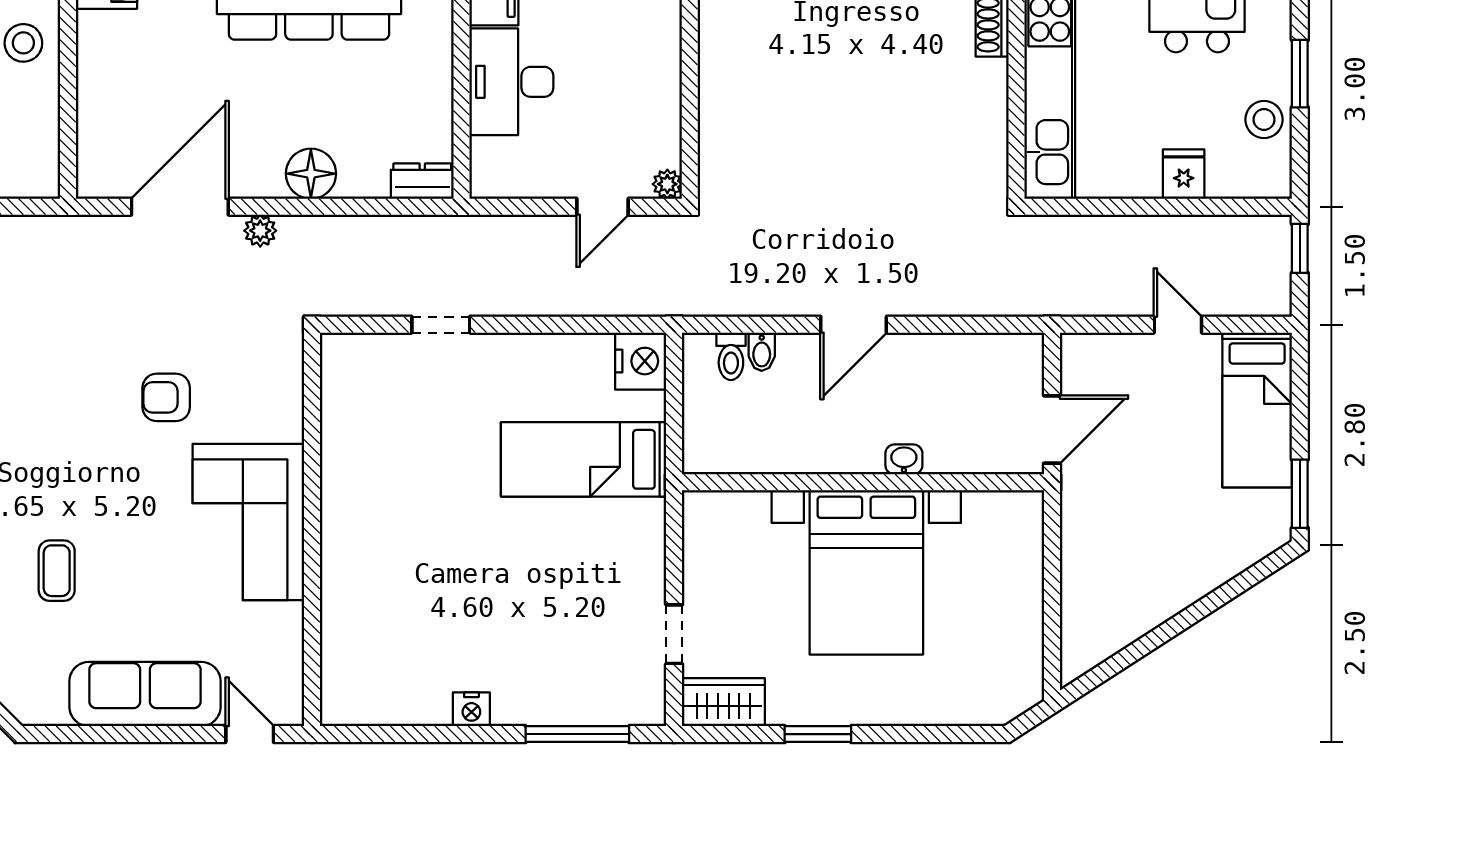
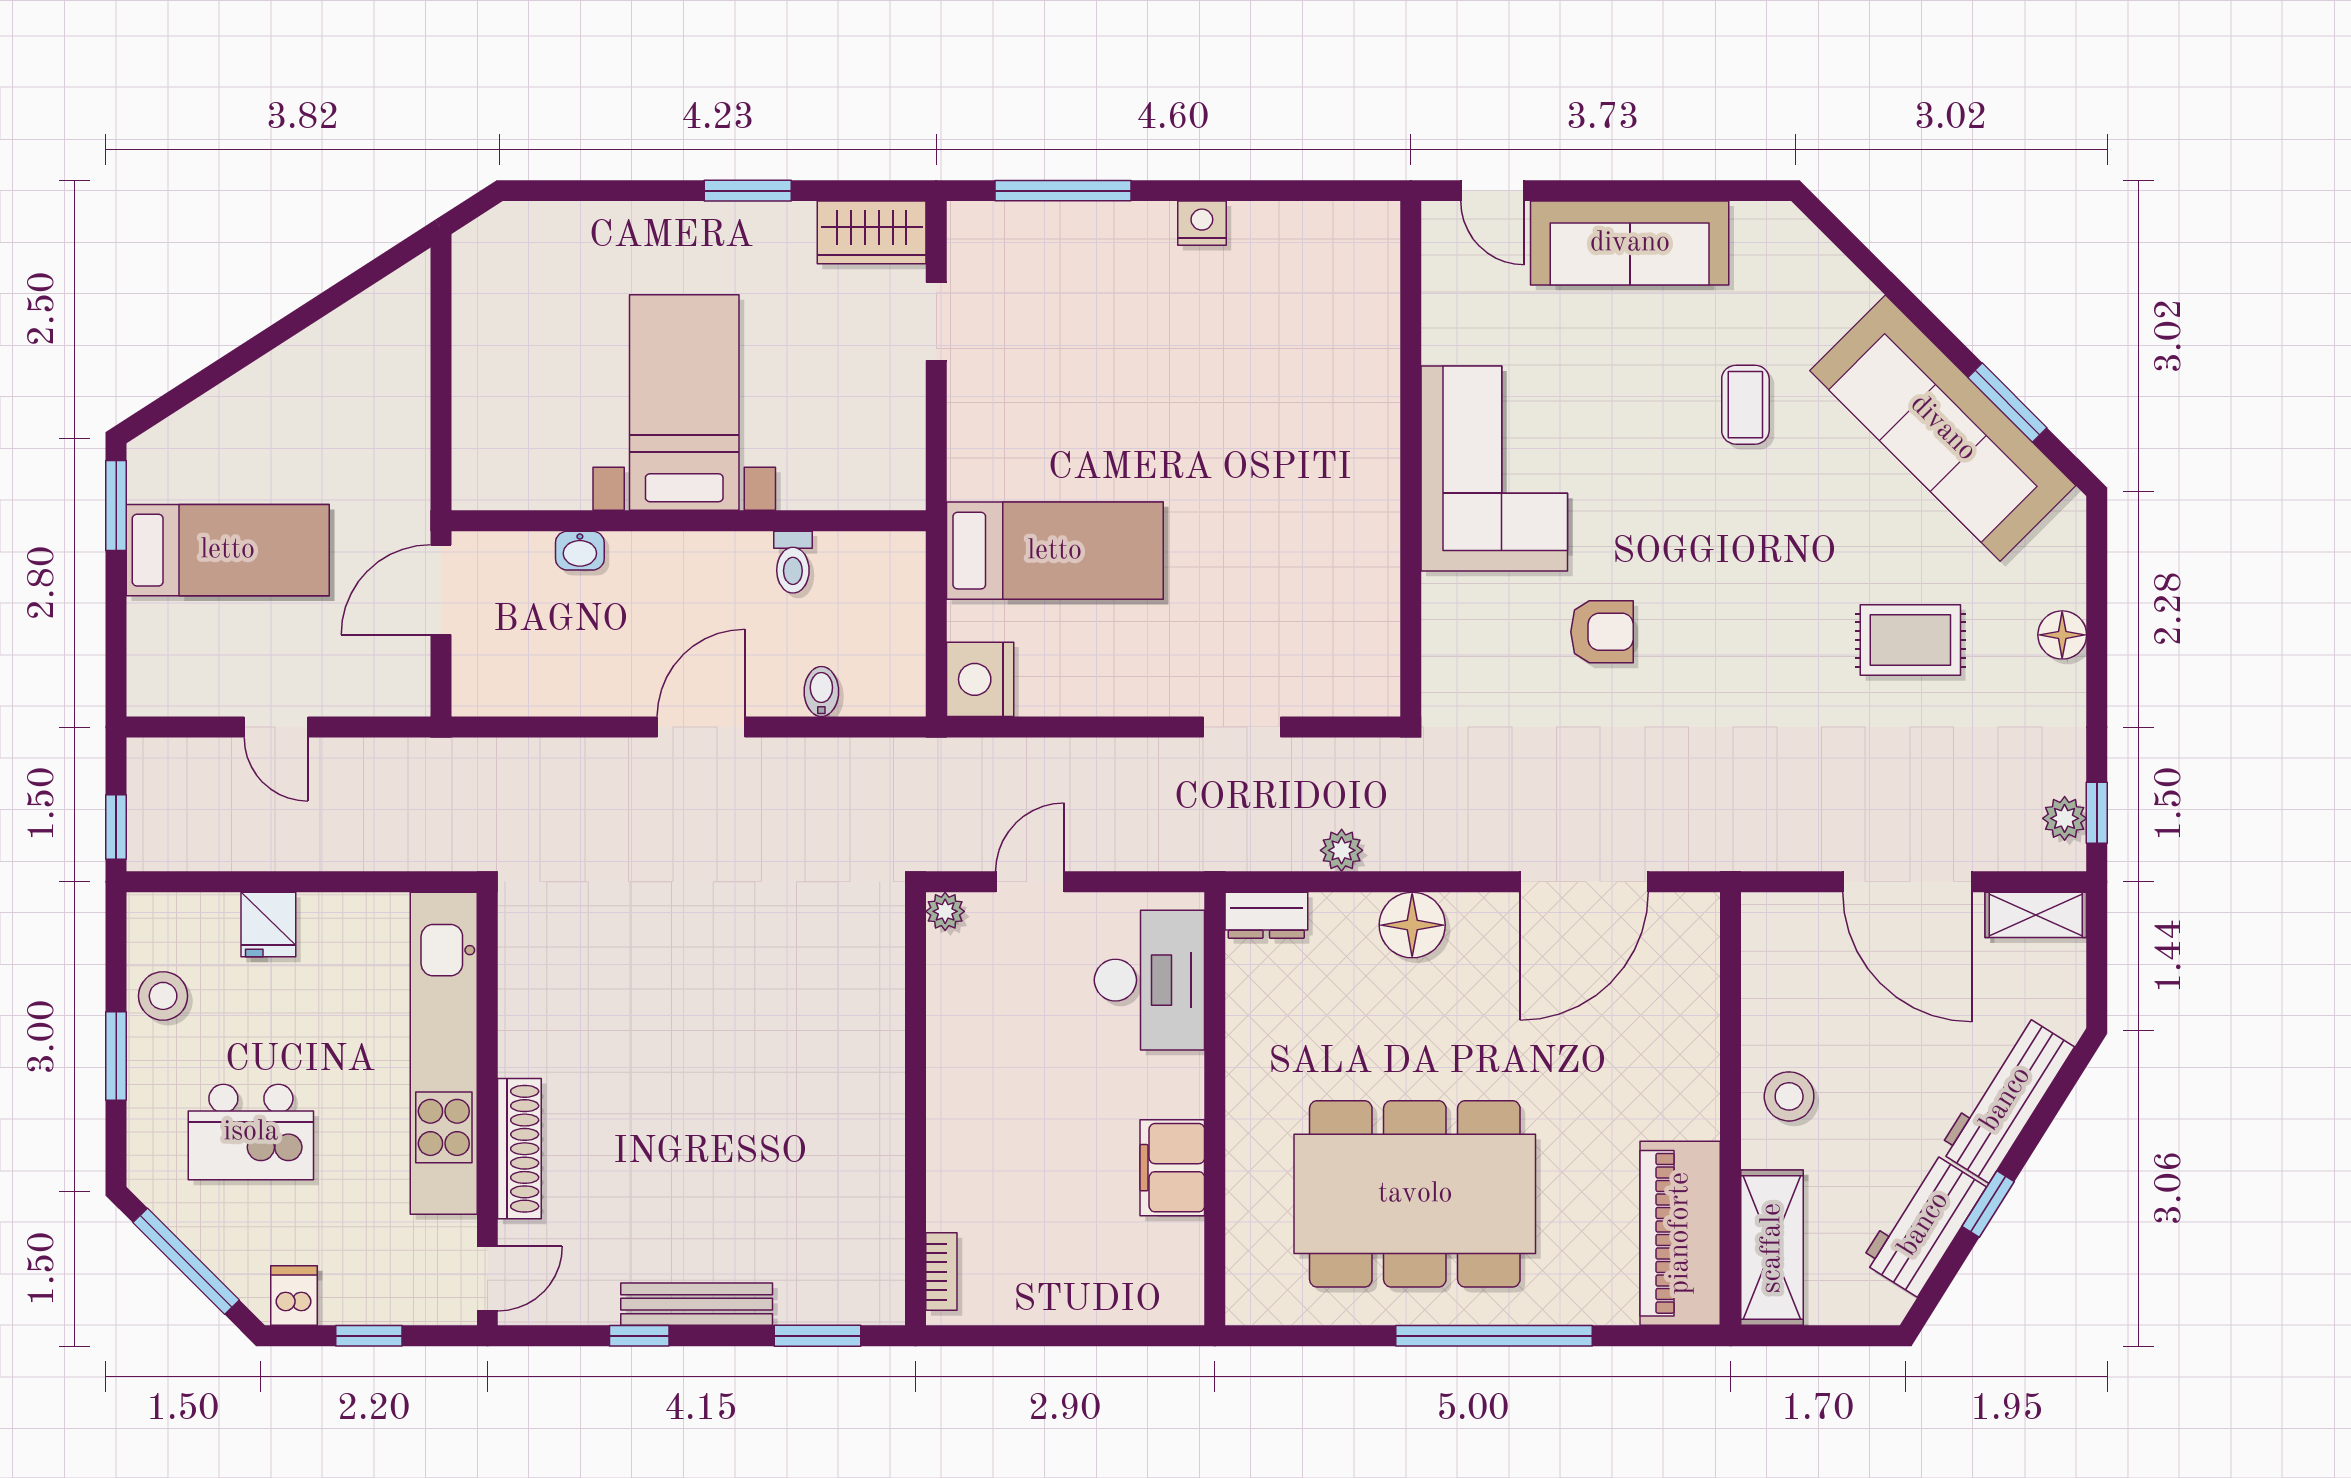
desk: (511, 82) -> (1149, 980), moved
plant: (260, 231) -> (1342, 850), moved
toilet: (731, 356) -> (793, 562), moved, turned 180
bed: (1257, 410) -> (228, 550), moved, turned 90
washbasin: (904, 459) -> (580, 551), moved
bed with nightstands: (866, 572) -> (684, 403), width x0.73

